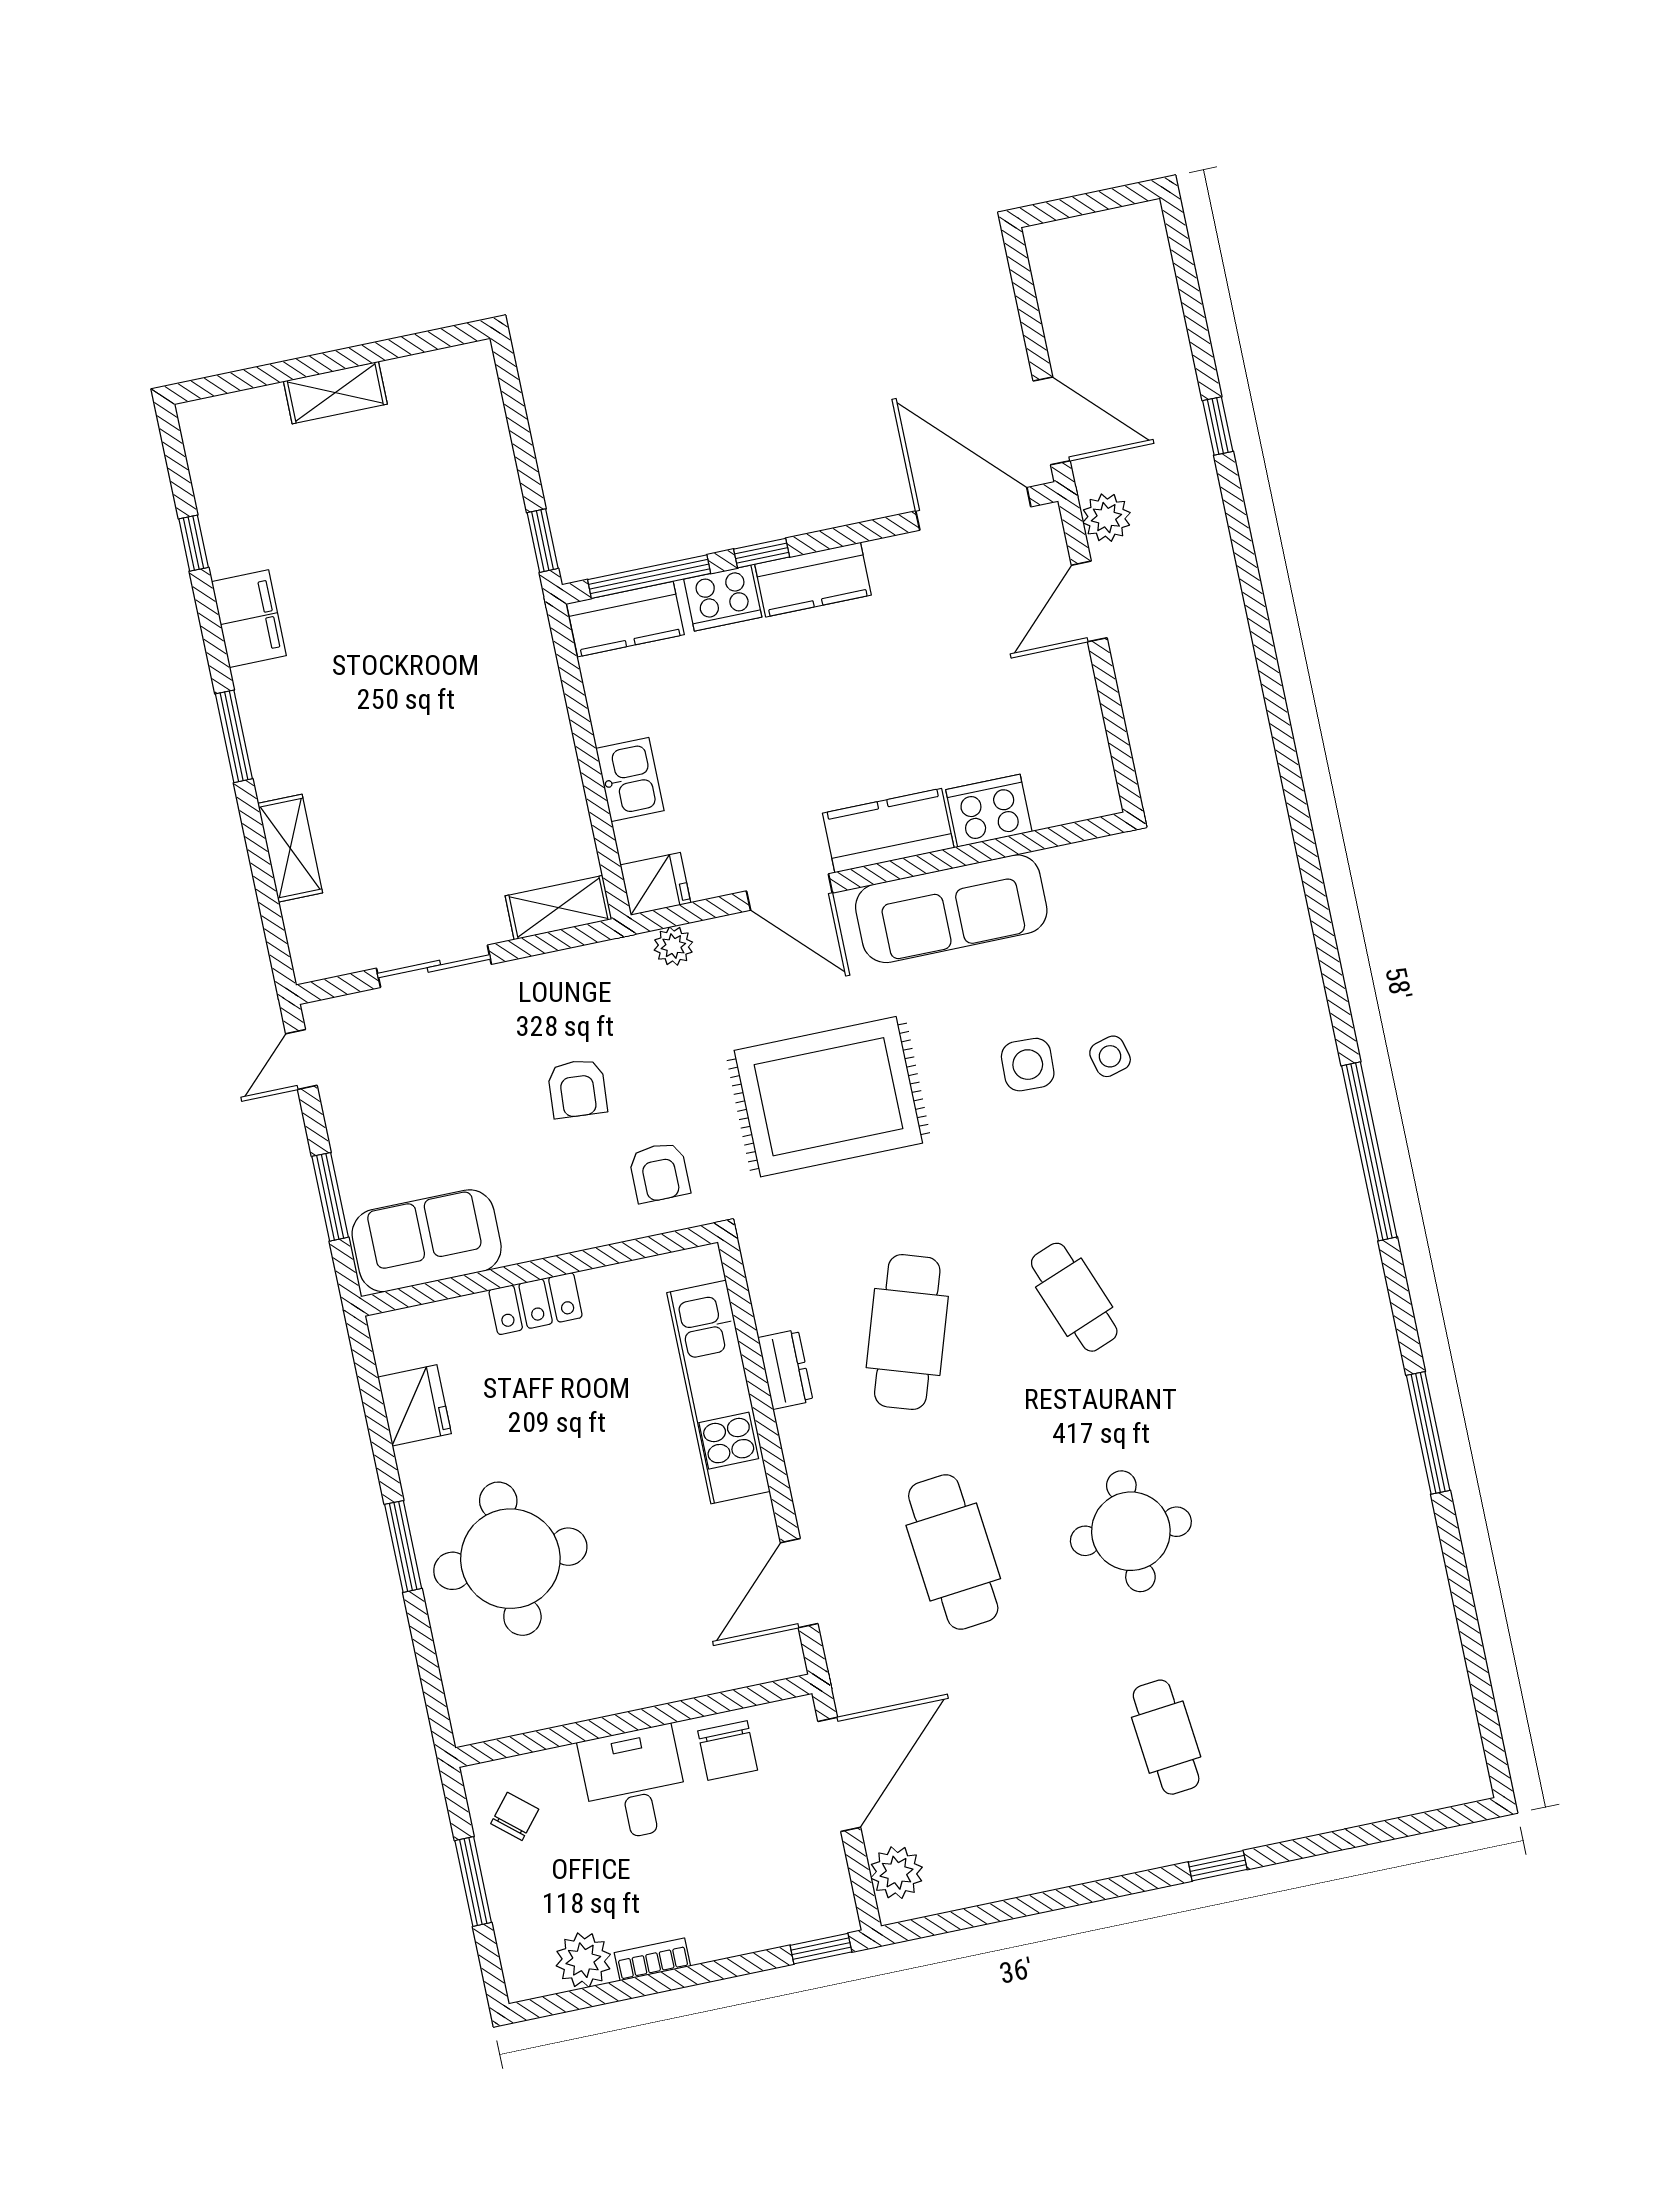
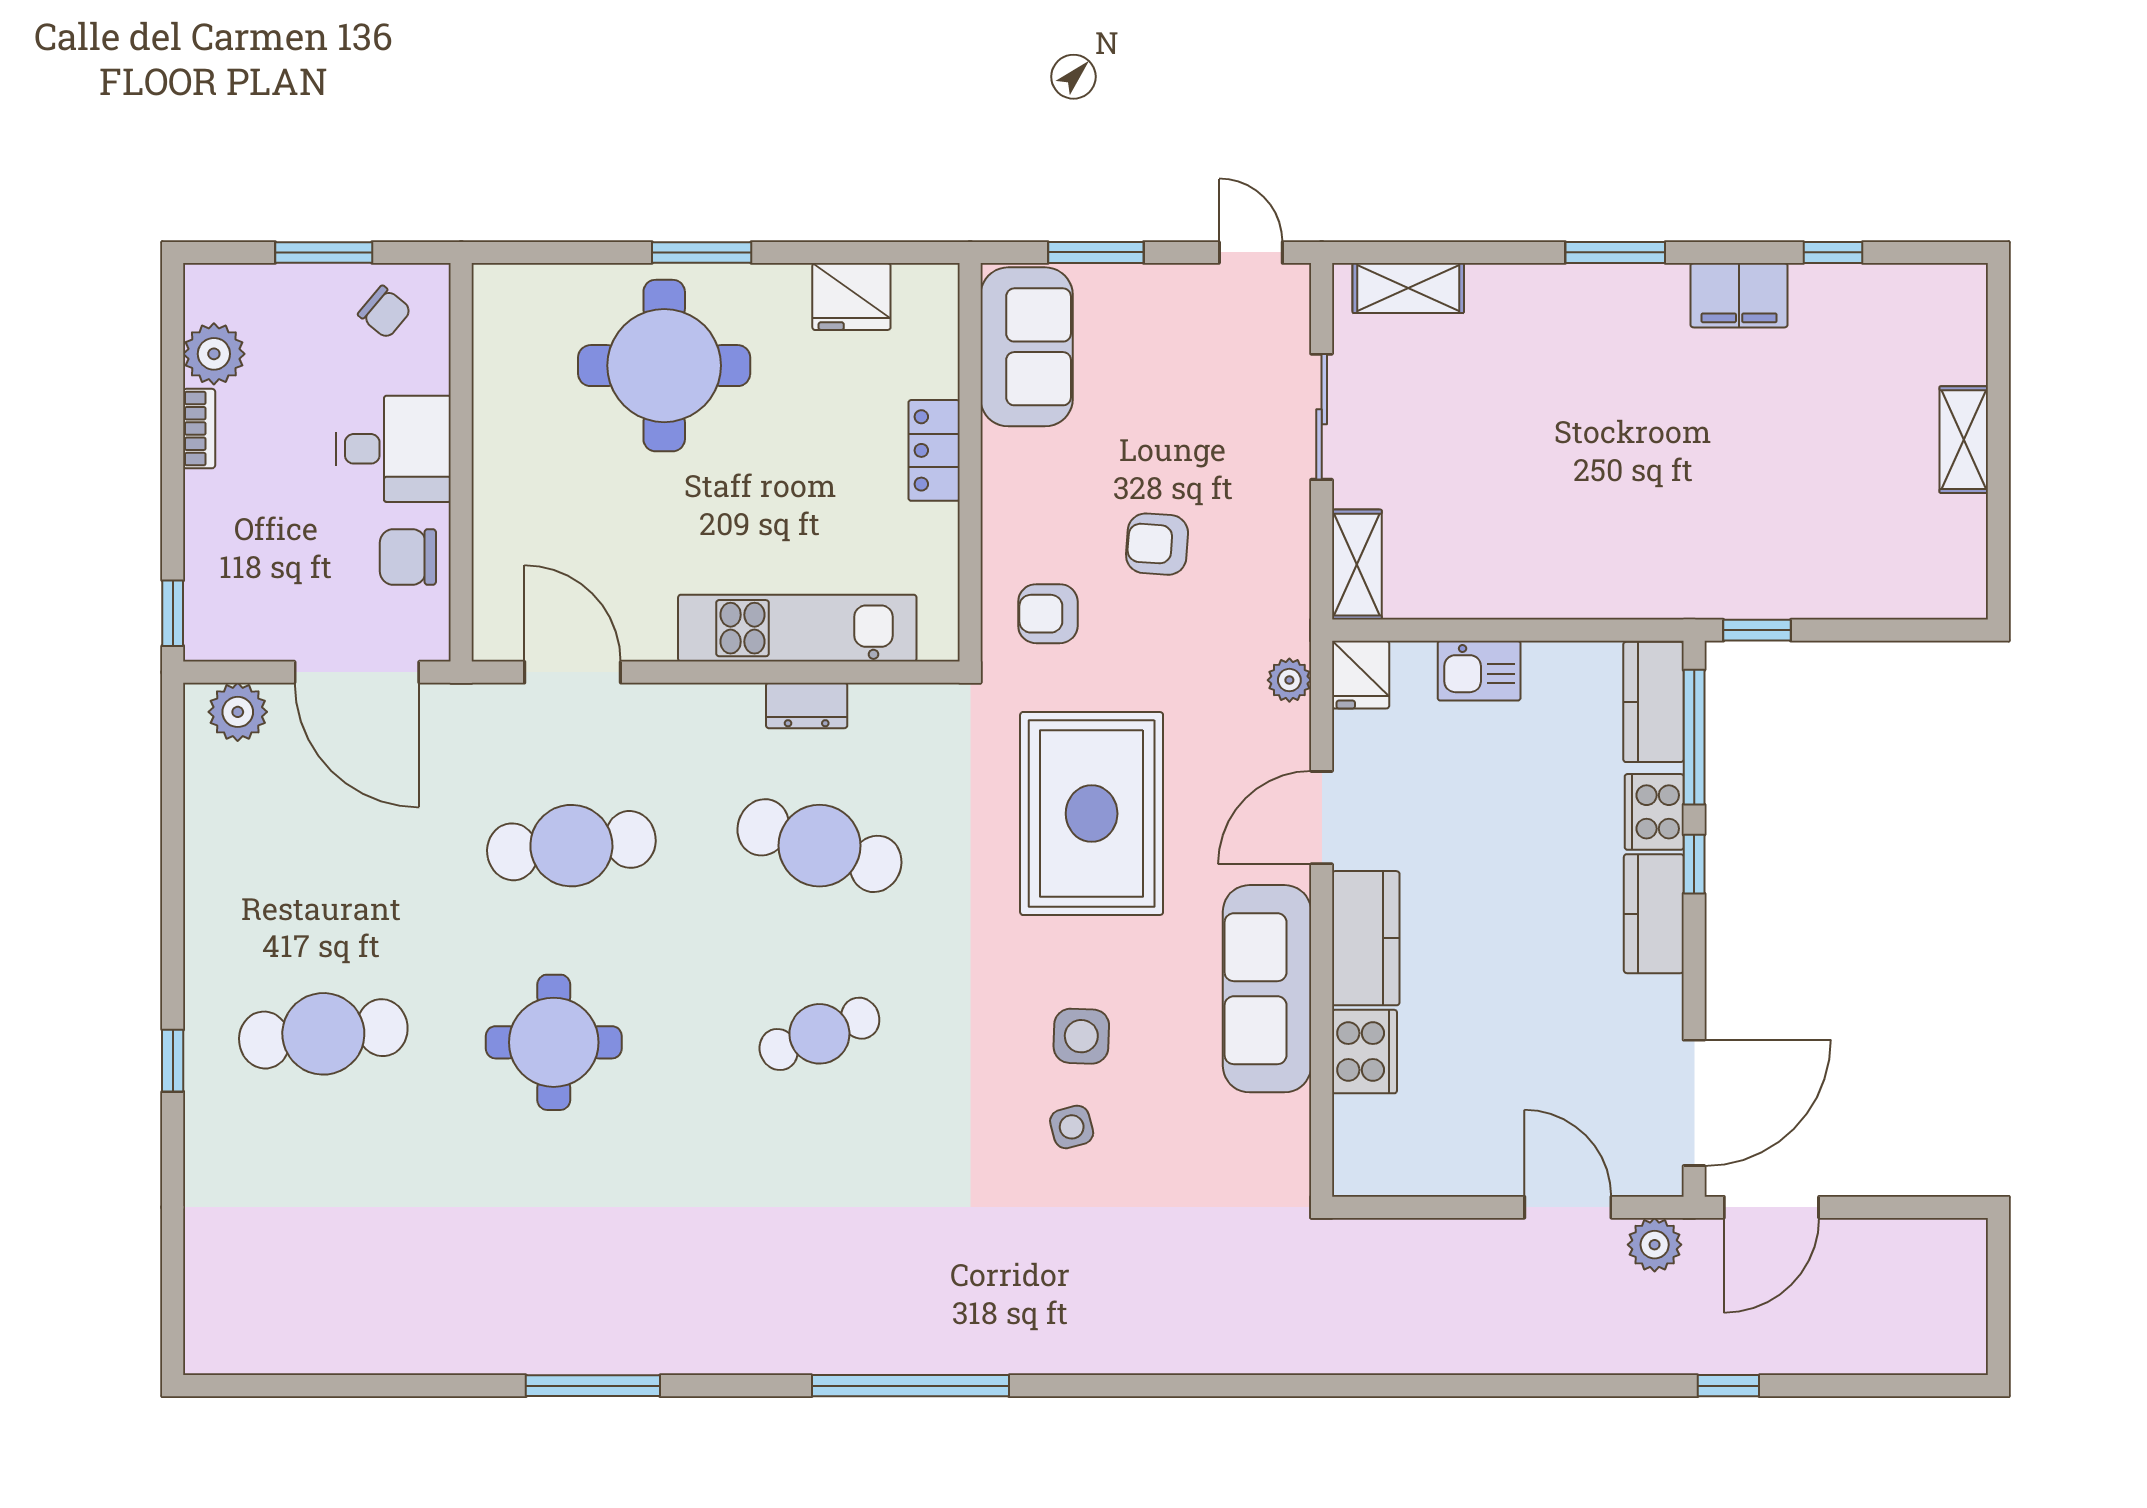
shelving: (290, 848) -> (1408, 288), moved
cafe table: (1166, 1737) -> (323, 1034), width x1.37, depth x1.35

